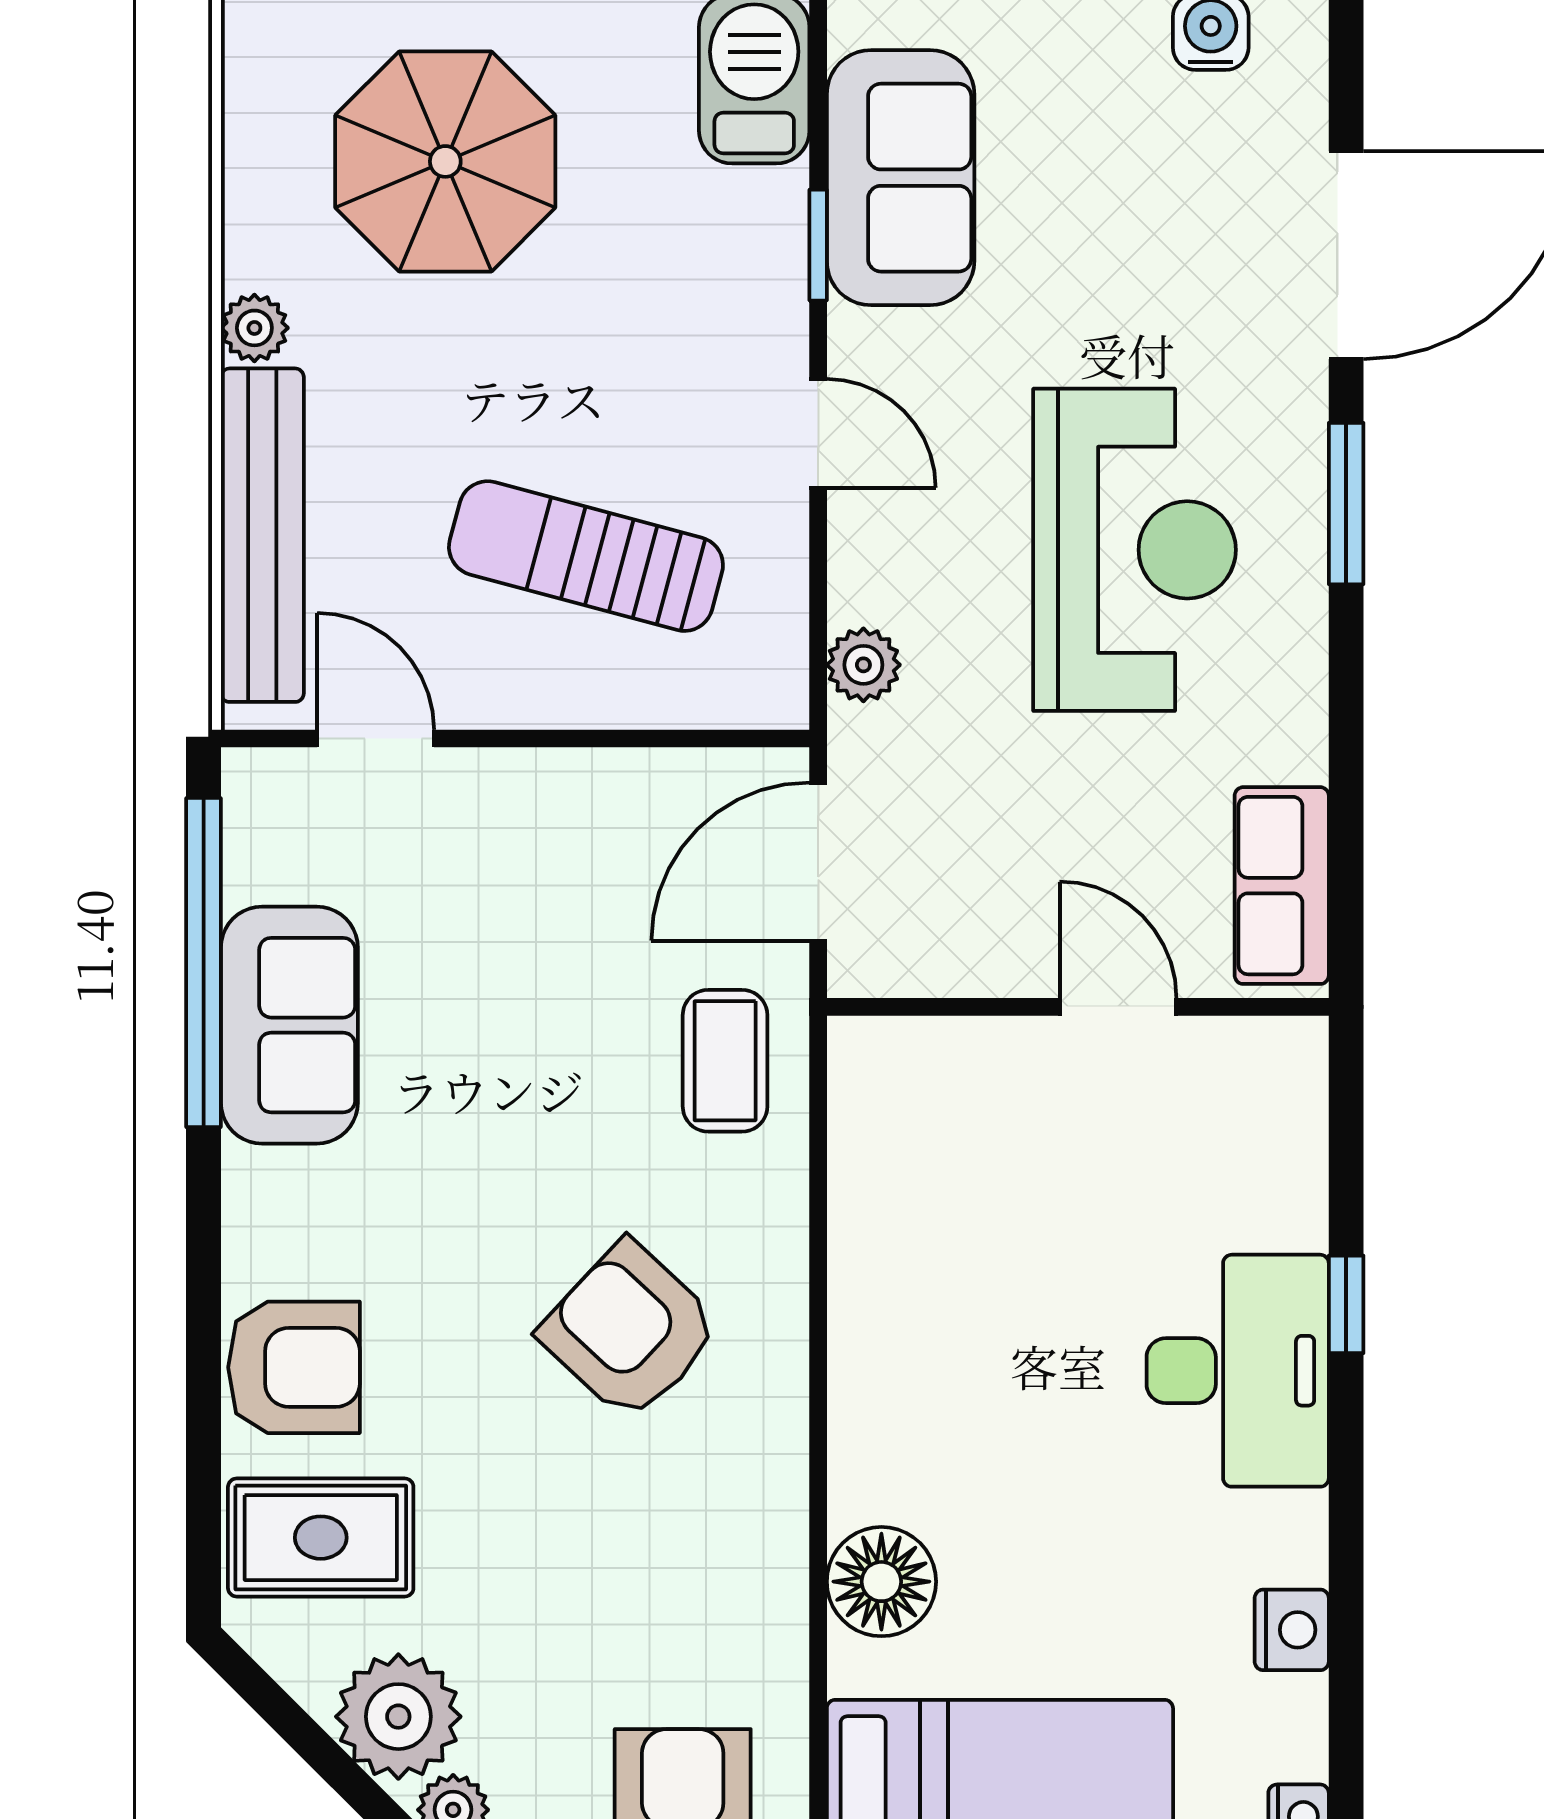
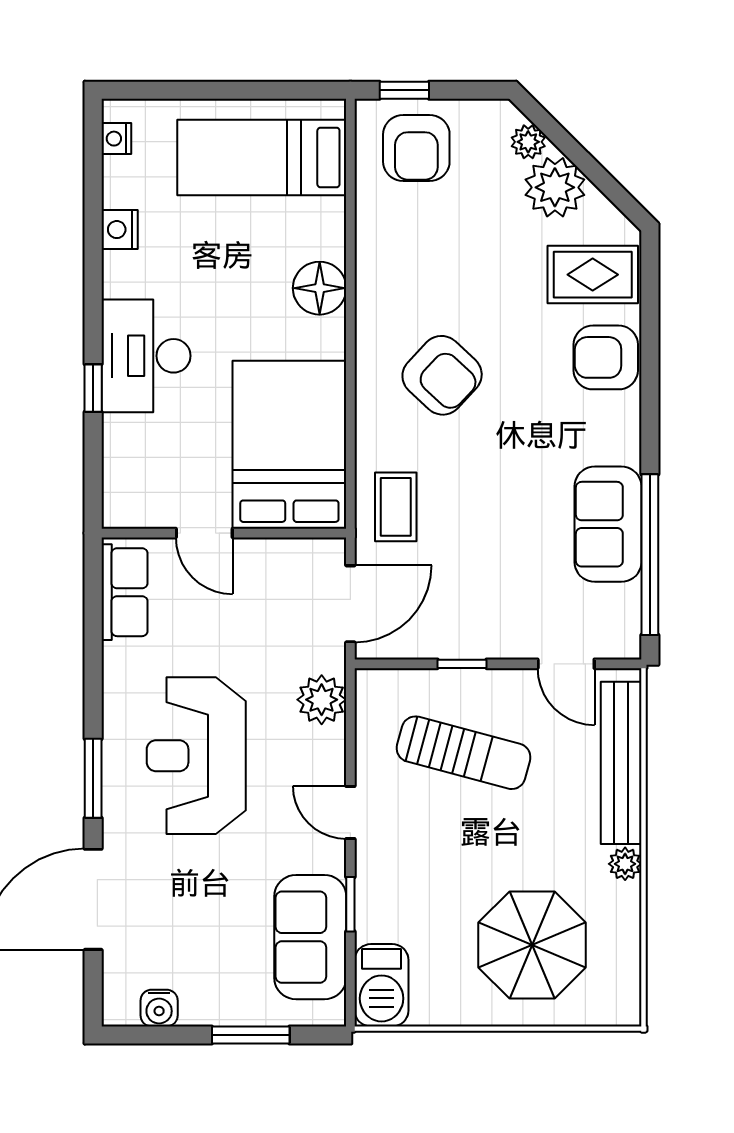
plant: (863, 665) -> (322, 700), width x1.38, depth x1.38
window: (589, 739) -> (462, 664), added
bed: (943, 1188) -> (289, 445), added
floor lamp: (881, 1582) -> (320, 288), moved

